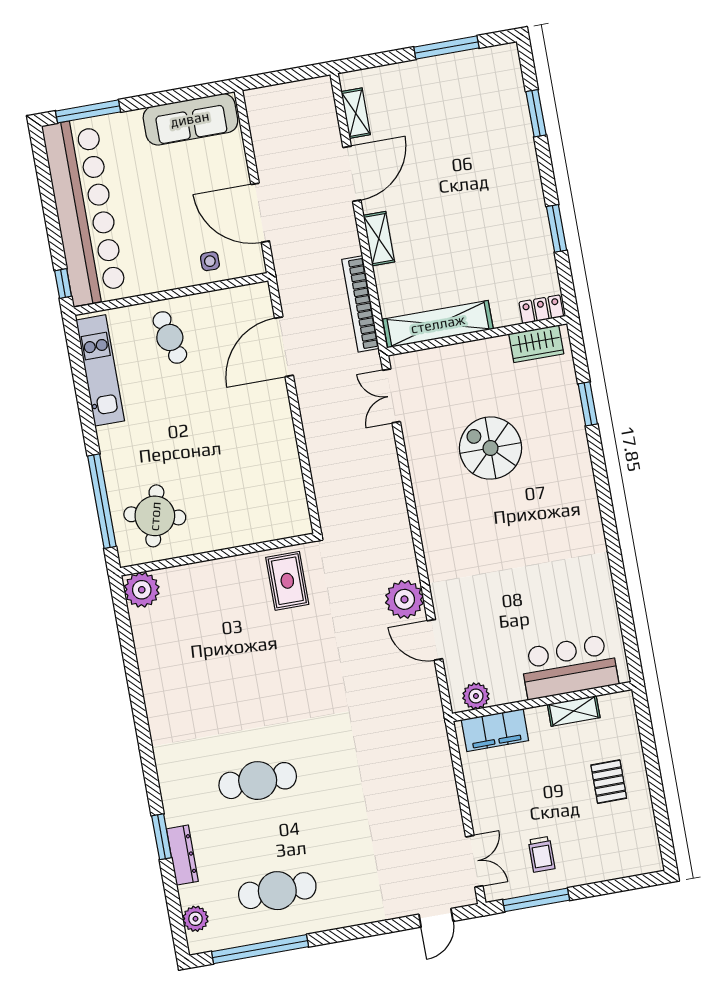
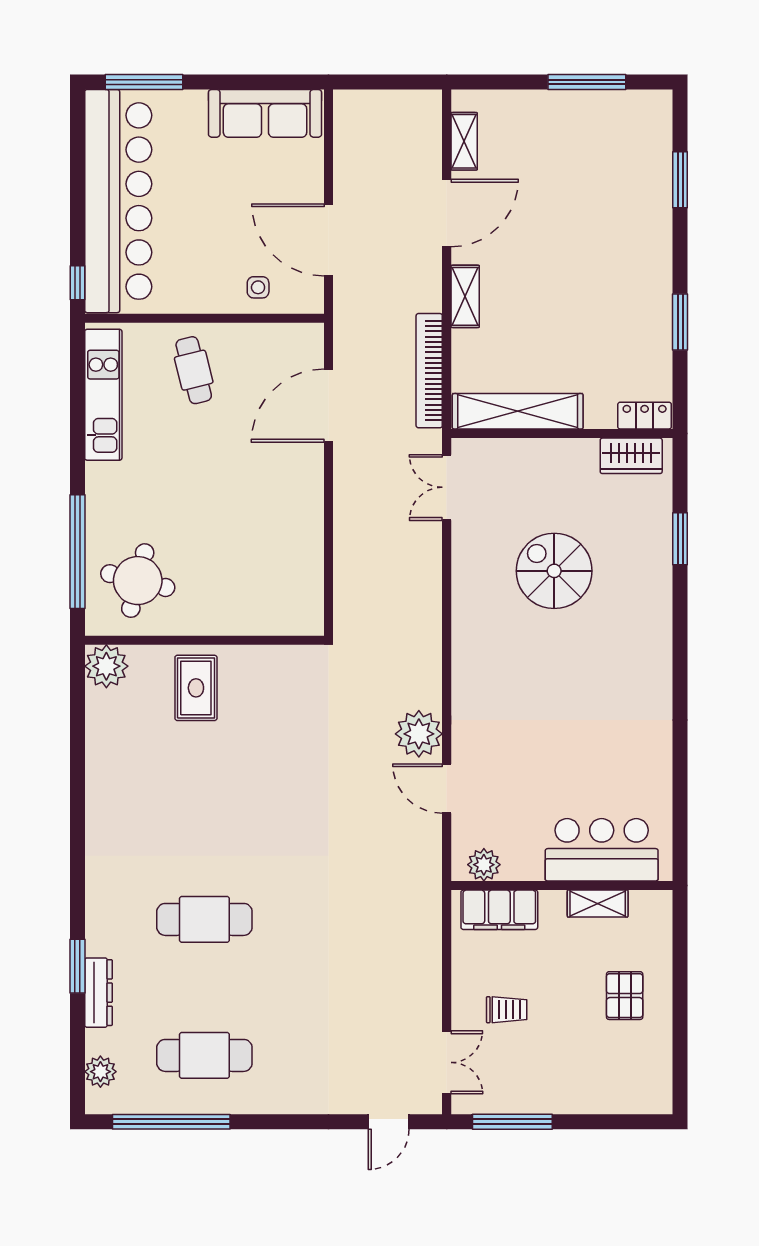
rug: (287, 581) -> (196, 688), moved
trolley: (542, 854) -> (507, 1010), moved, turned -90

